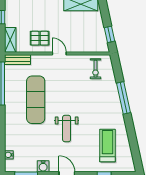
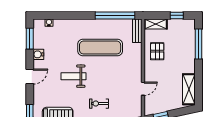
door: (59, 54) -> (143, 89), moved
exercise bike: (95, 69) -> (99, 104), moved

